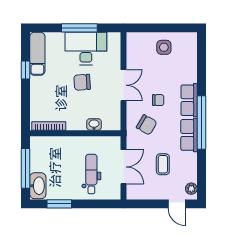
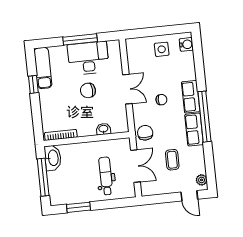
water cooler: (190, 45) -> (186, 44), added
chair: (147, 125) -> (145, 133), moved, turned -120
washbasin: (38, 186) -> (53, 158), moved

